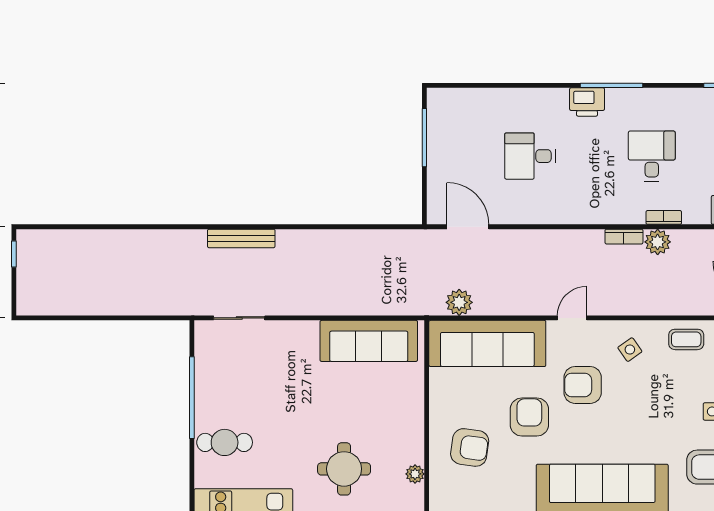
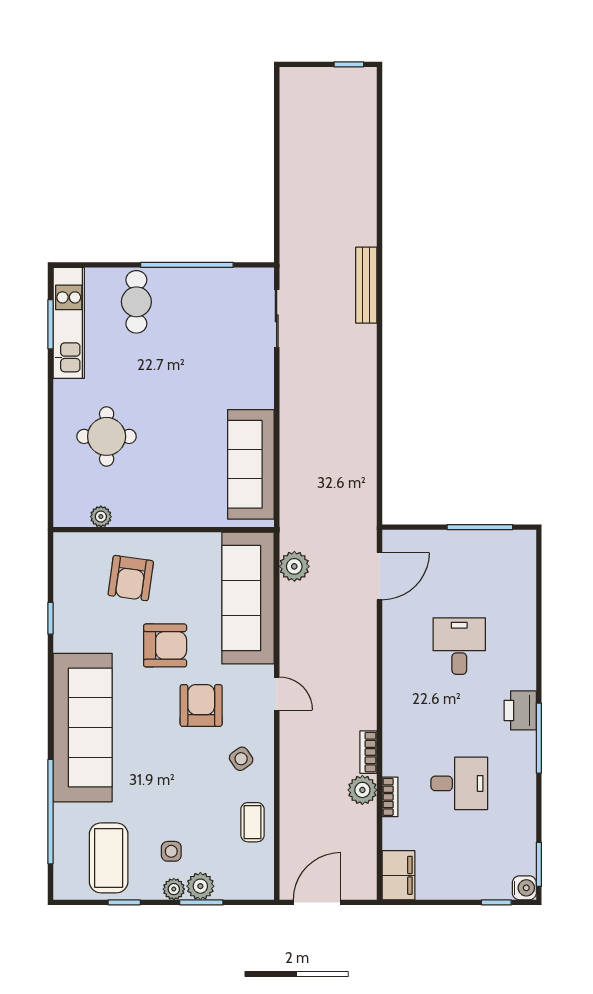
bench: (241, 238) -> (366, 285), moved

